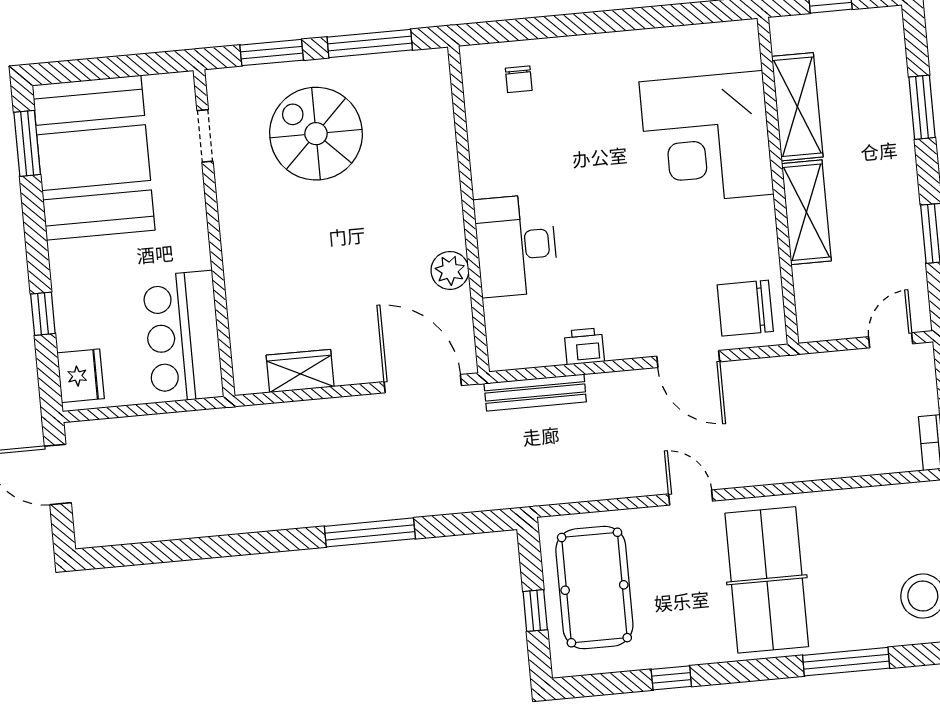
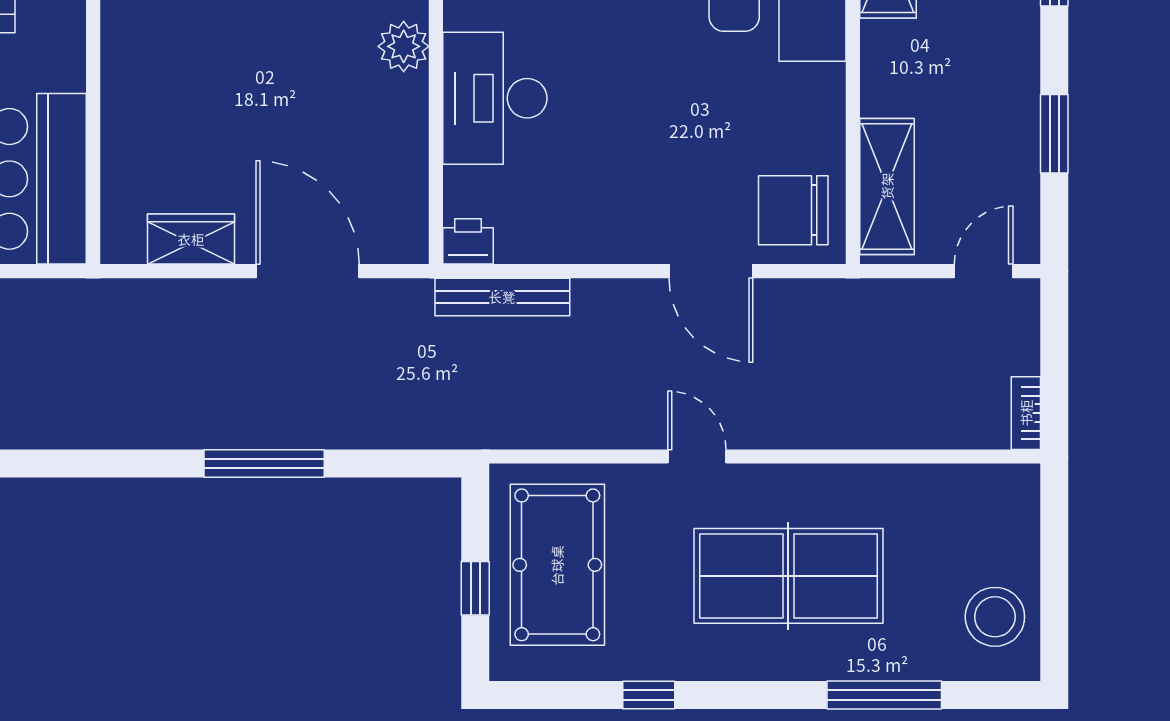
shelving: (806, 212) -> (887, 186), moved
plant: (450, 270) -> (404, 46), moved
printer: (584, 346) -> (468, 241), moved
door: (423, 384) -> (308, 271), moved
table tennis table: (767, 580) -> (788, 576), turned 90

